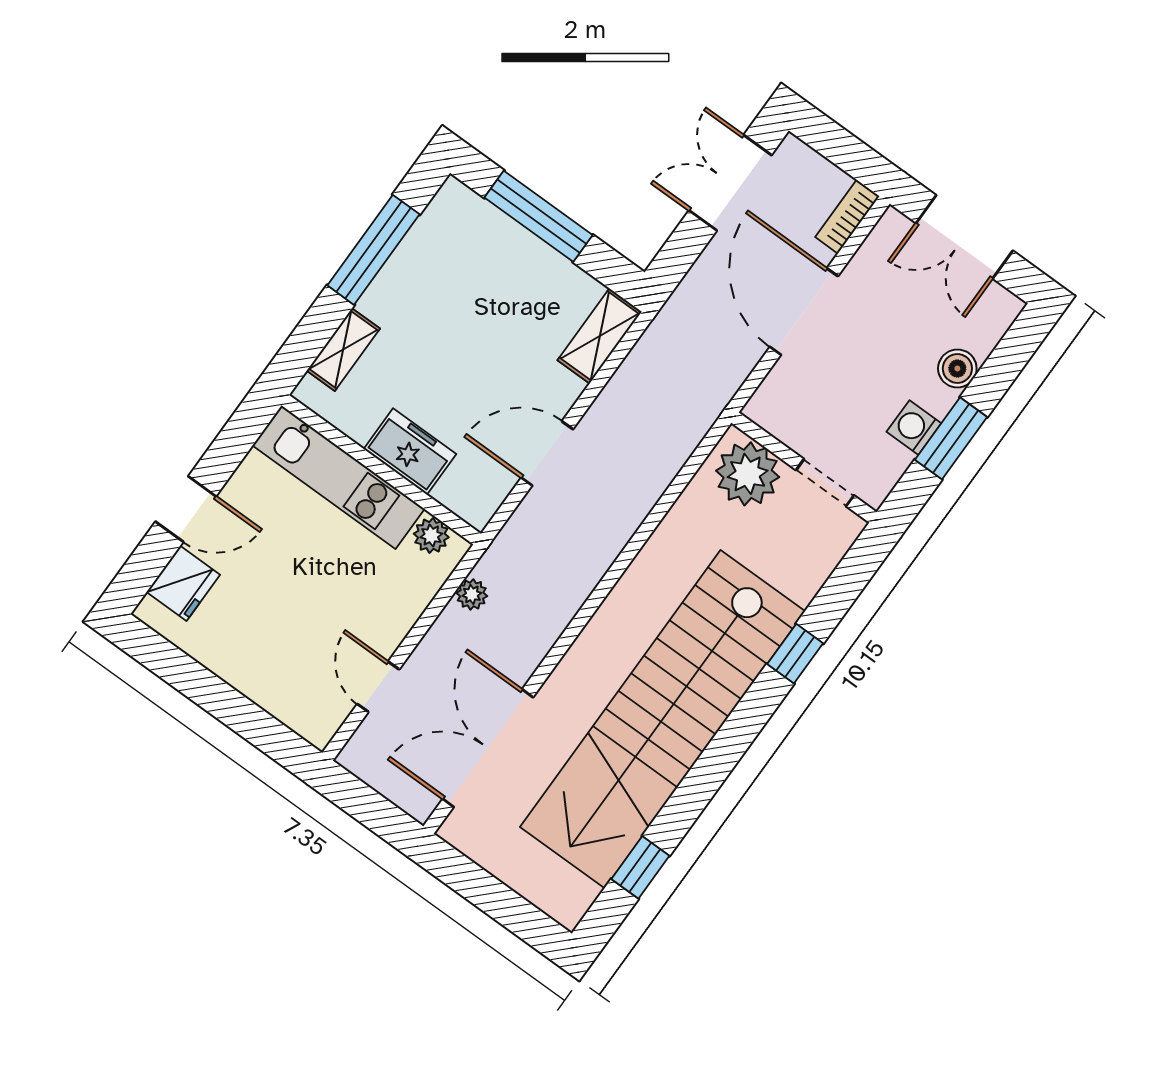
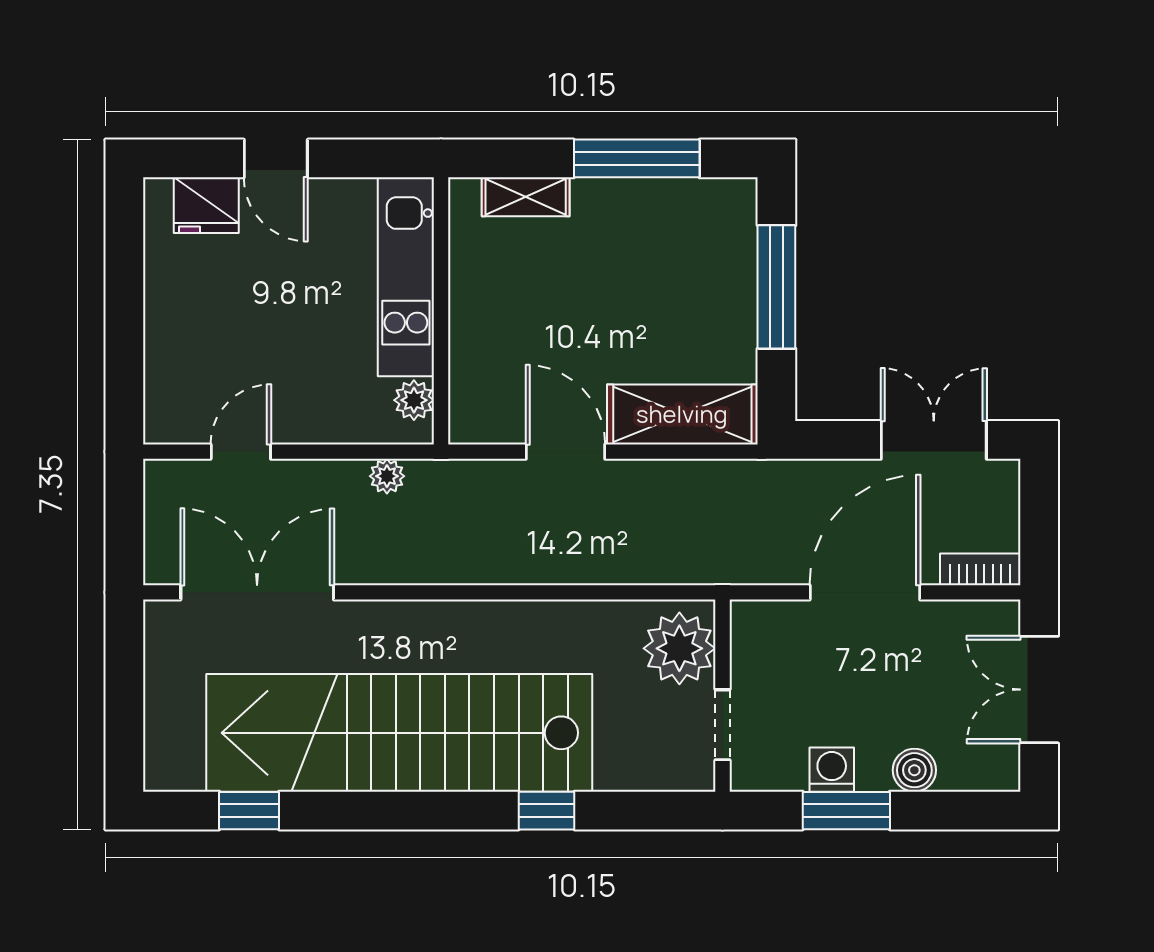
shelving: (600, 336) -> (682, 414), width x1.50, depth x1.33
freezer: (410, 451) -> (477, 325), removed

